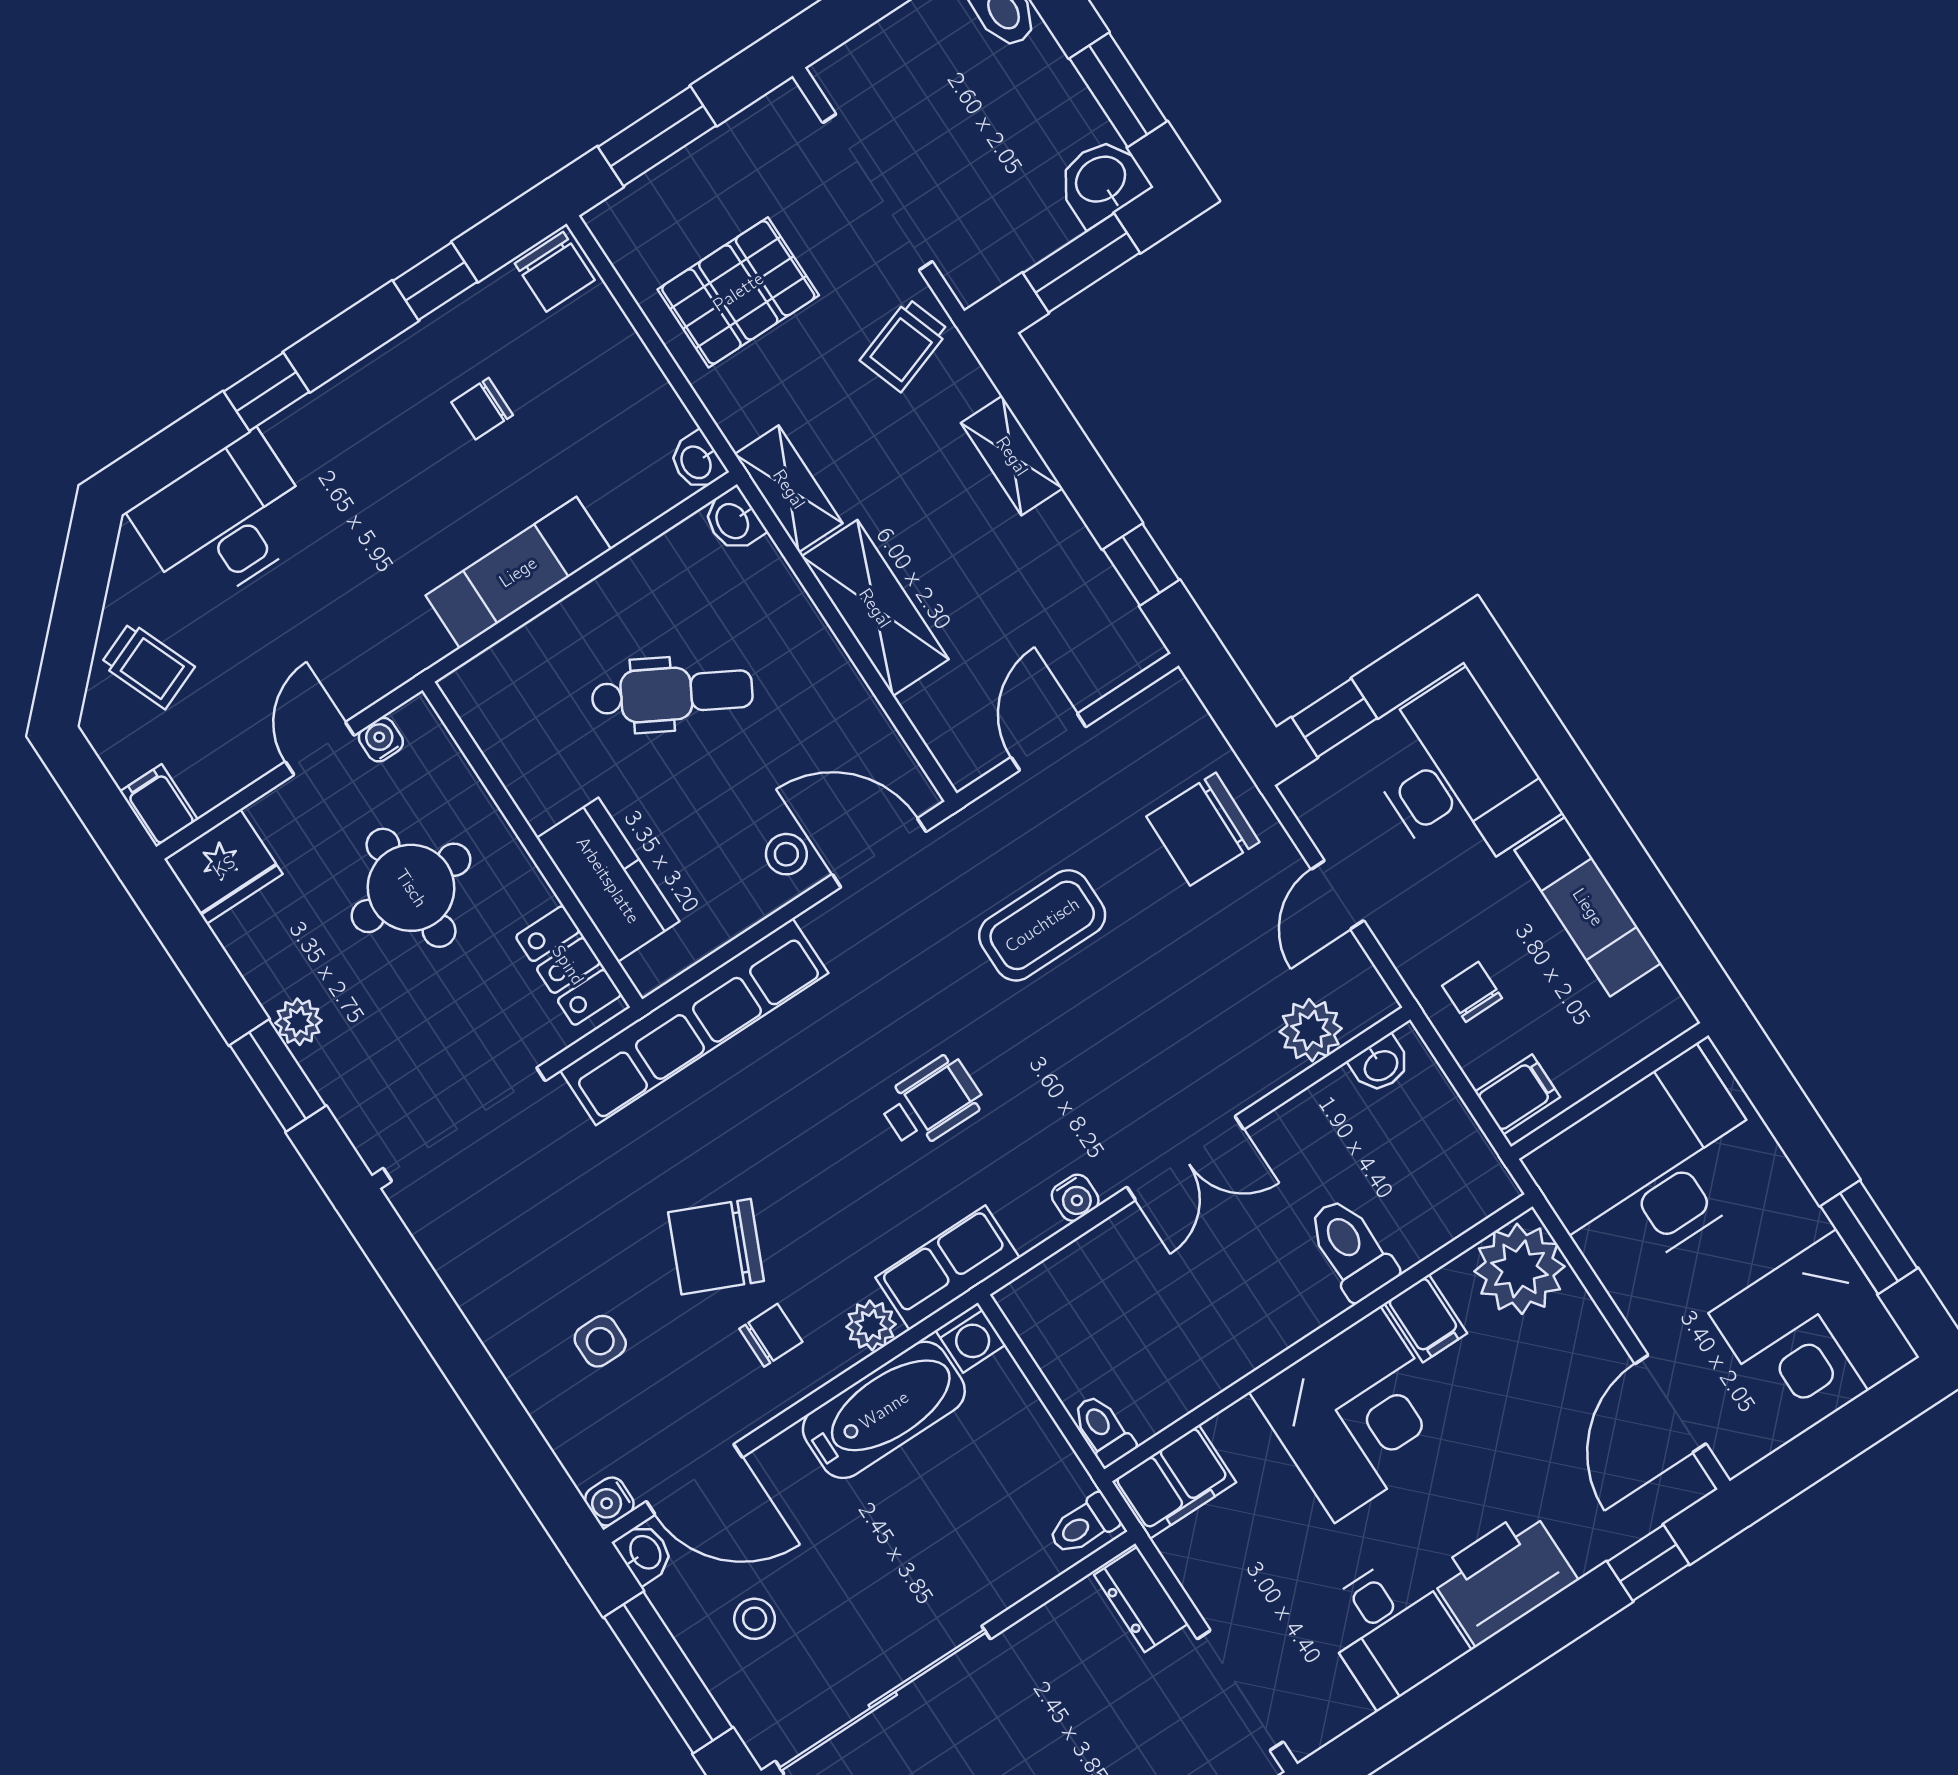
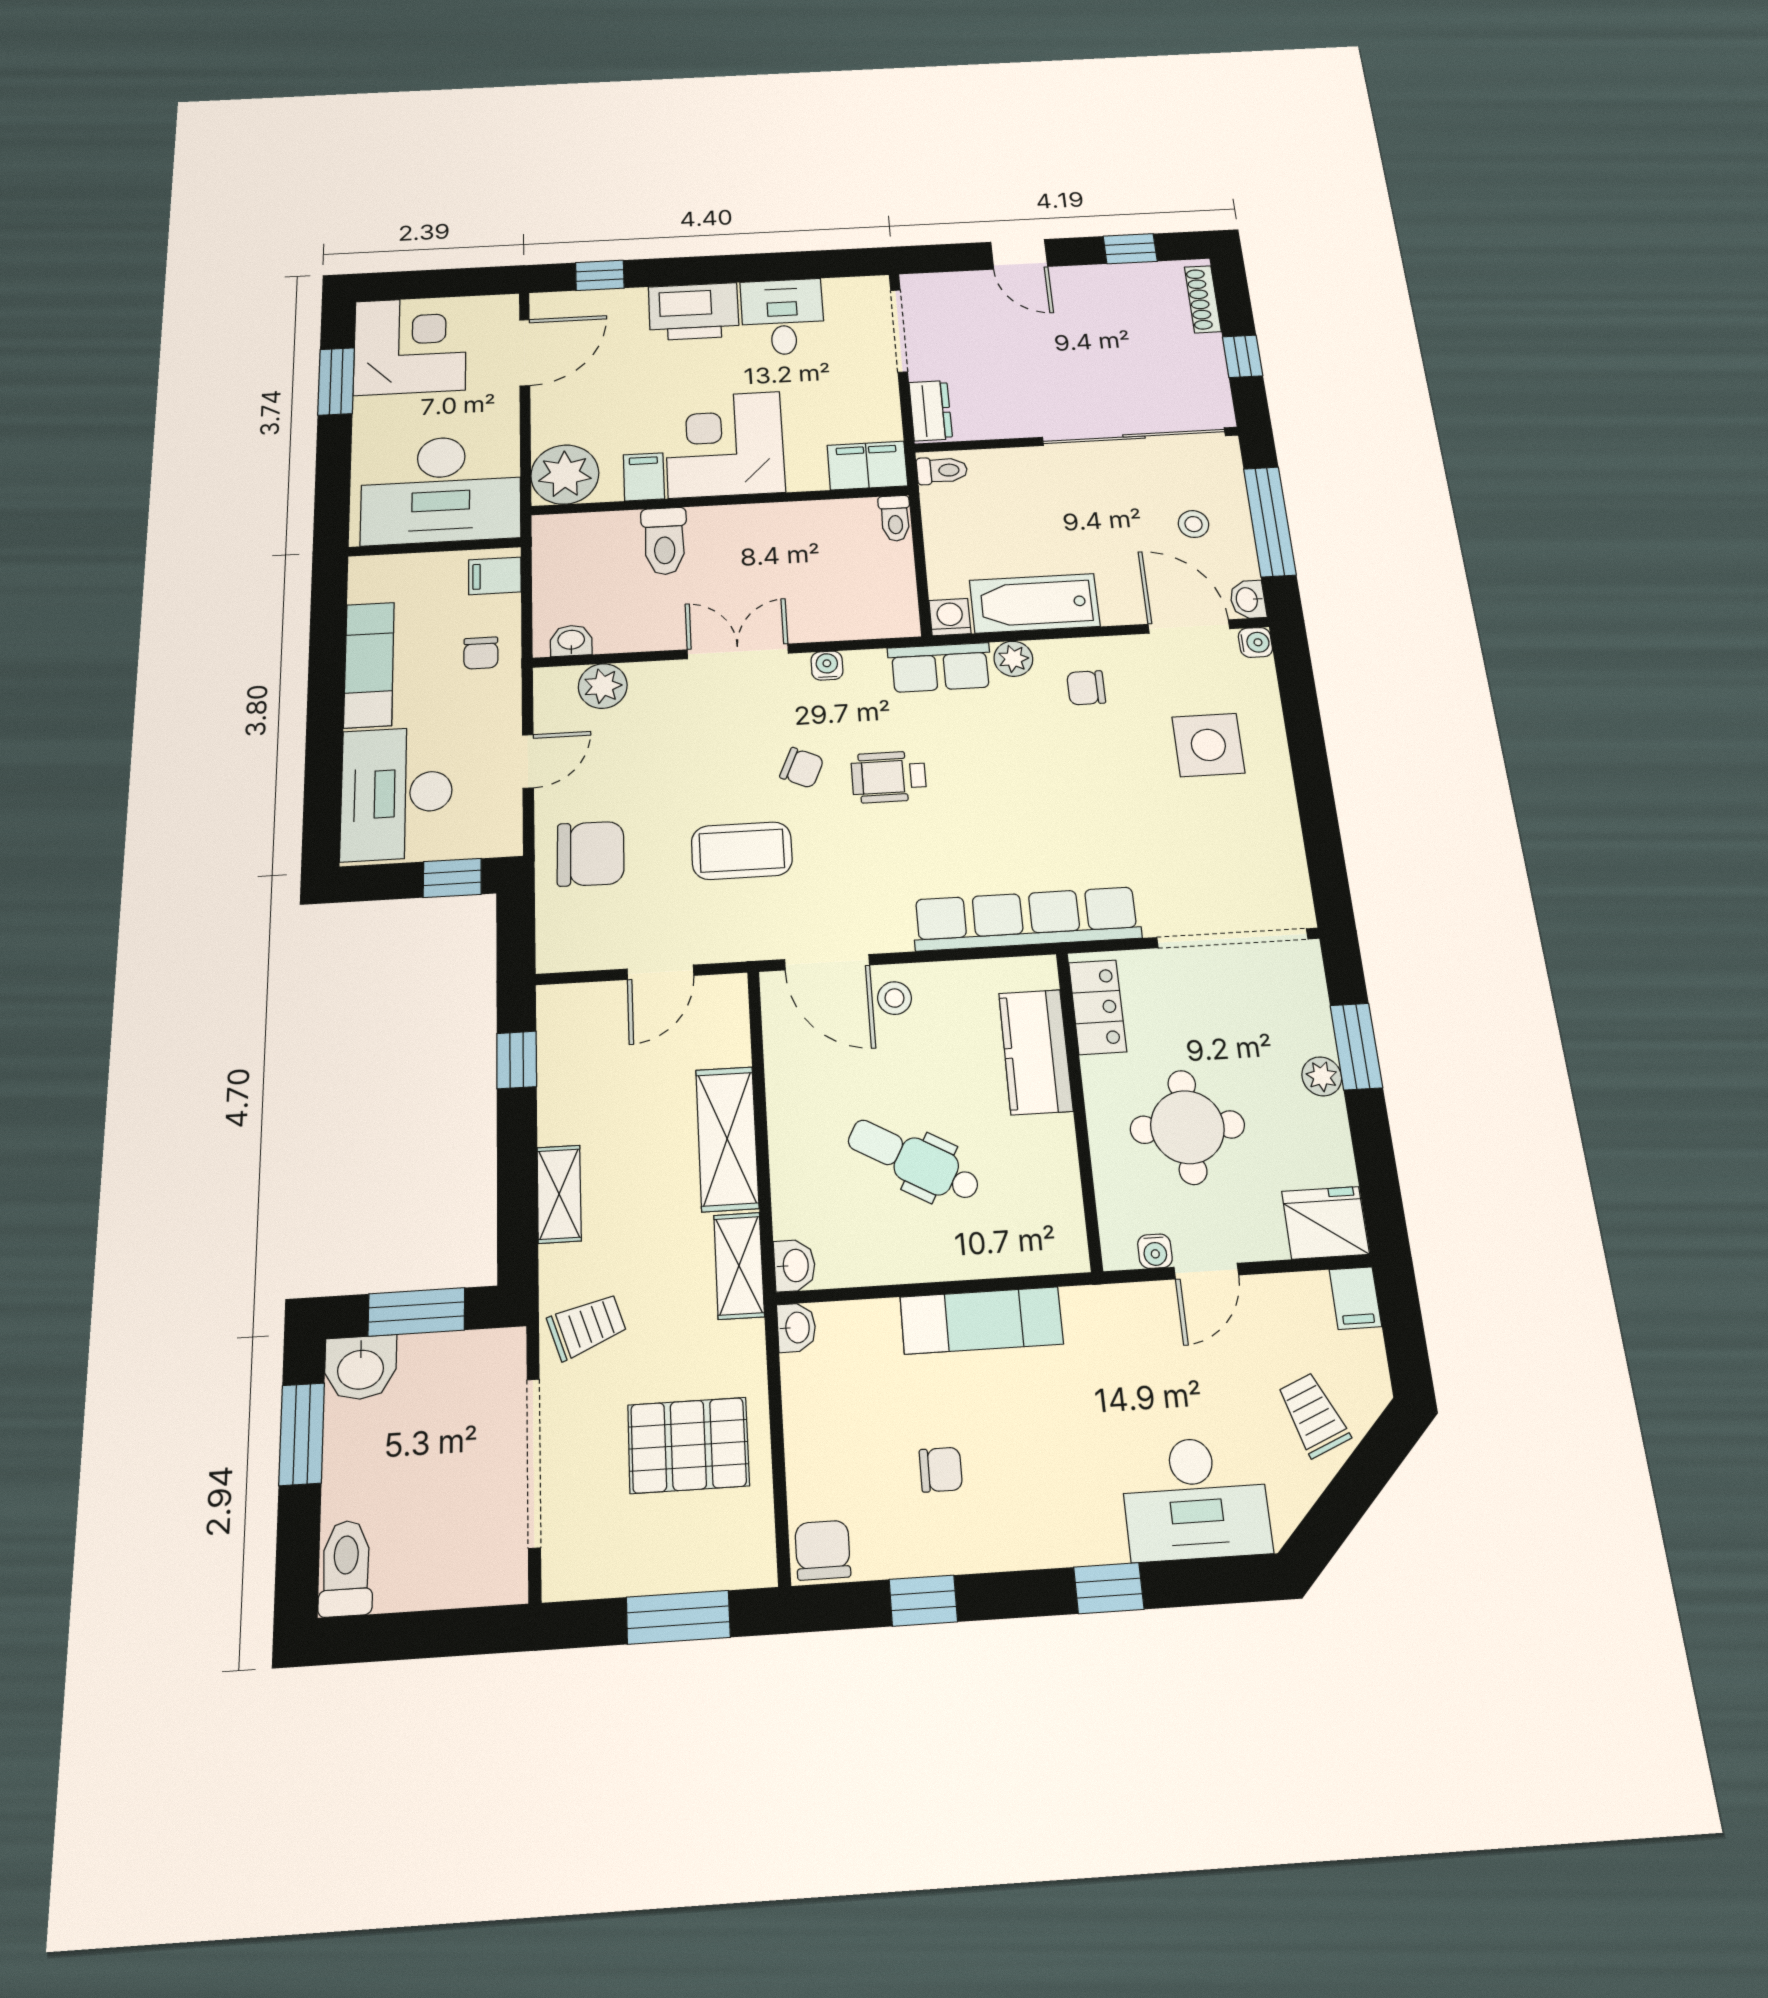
chair: (716, 1247) -> (802, 768), moved, width x0.54, depth x0.54
side table: (600, 1341) -> (1208, 745), width x1.87, depth x1.87

